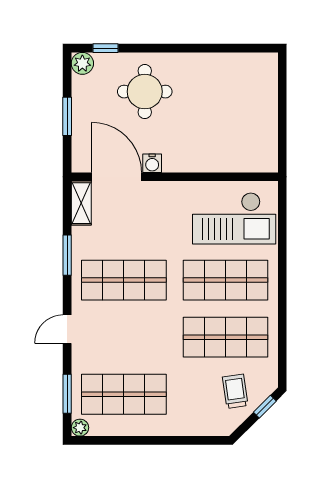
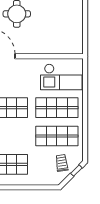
water cooler: (152, 163) -> (20, 49), removed

